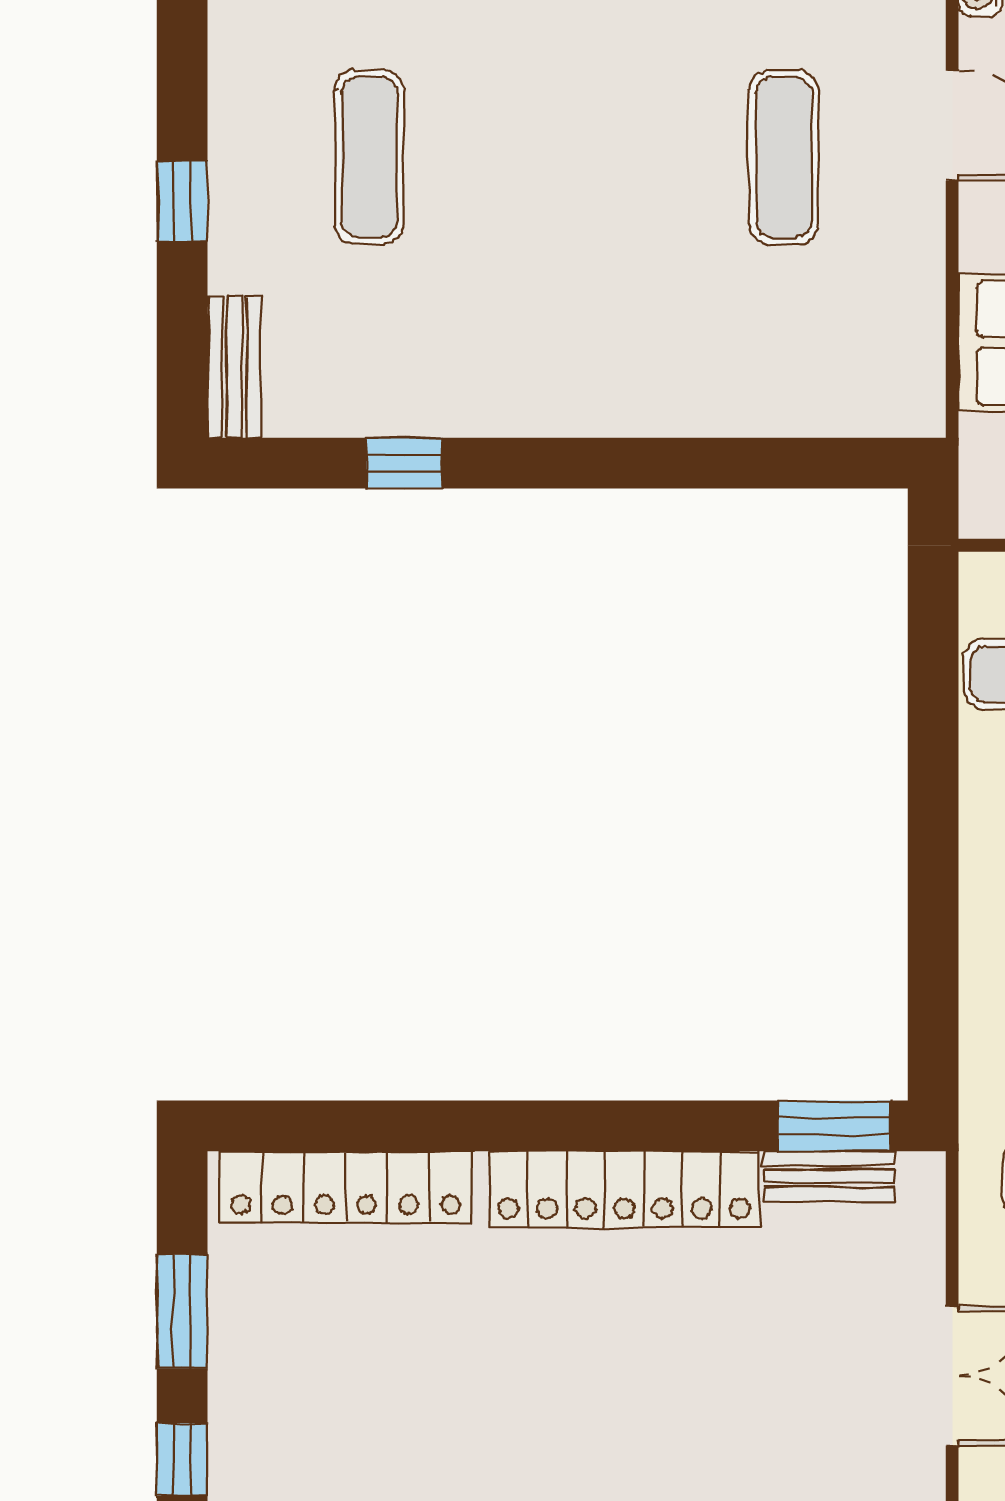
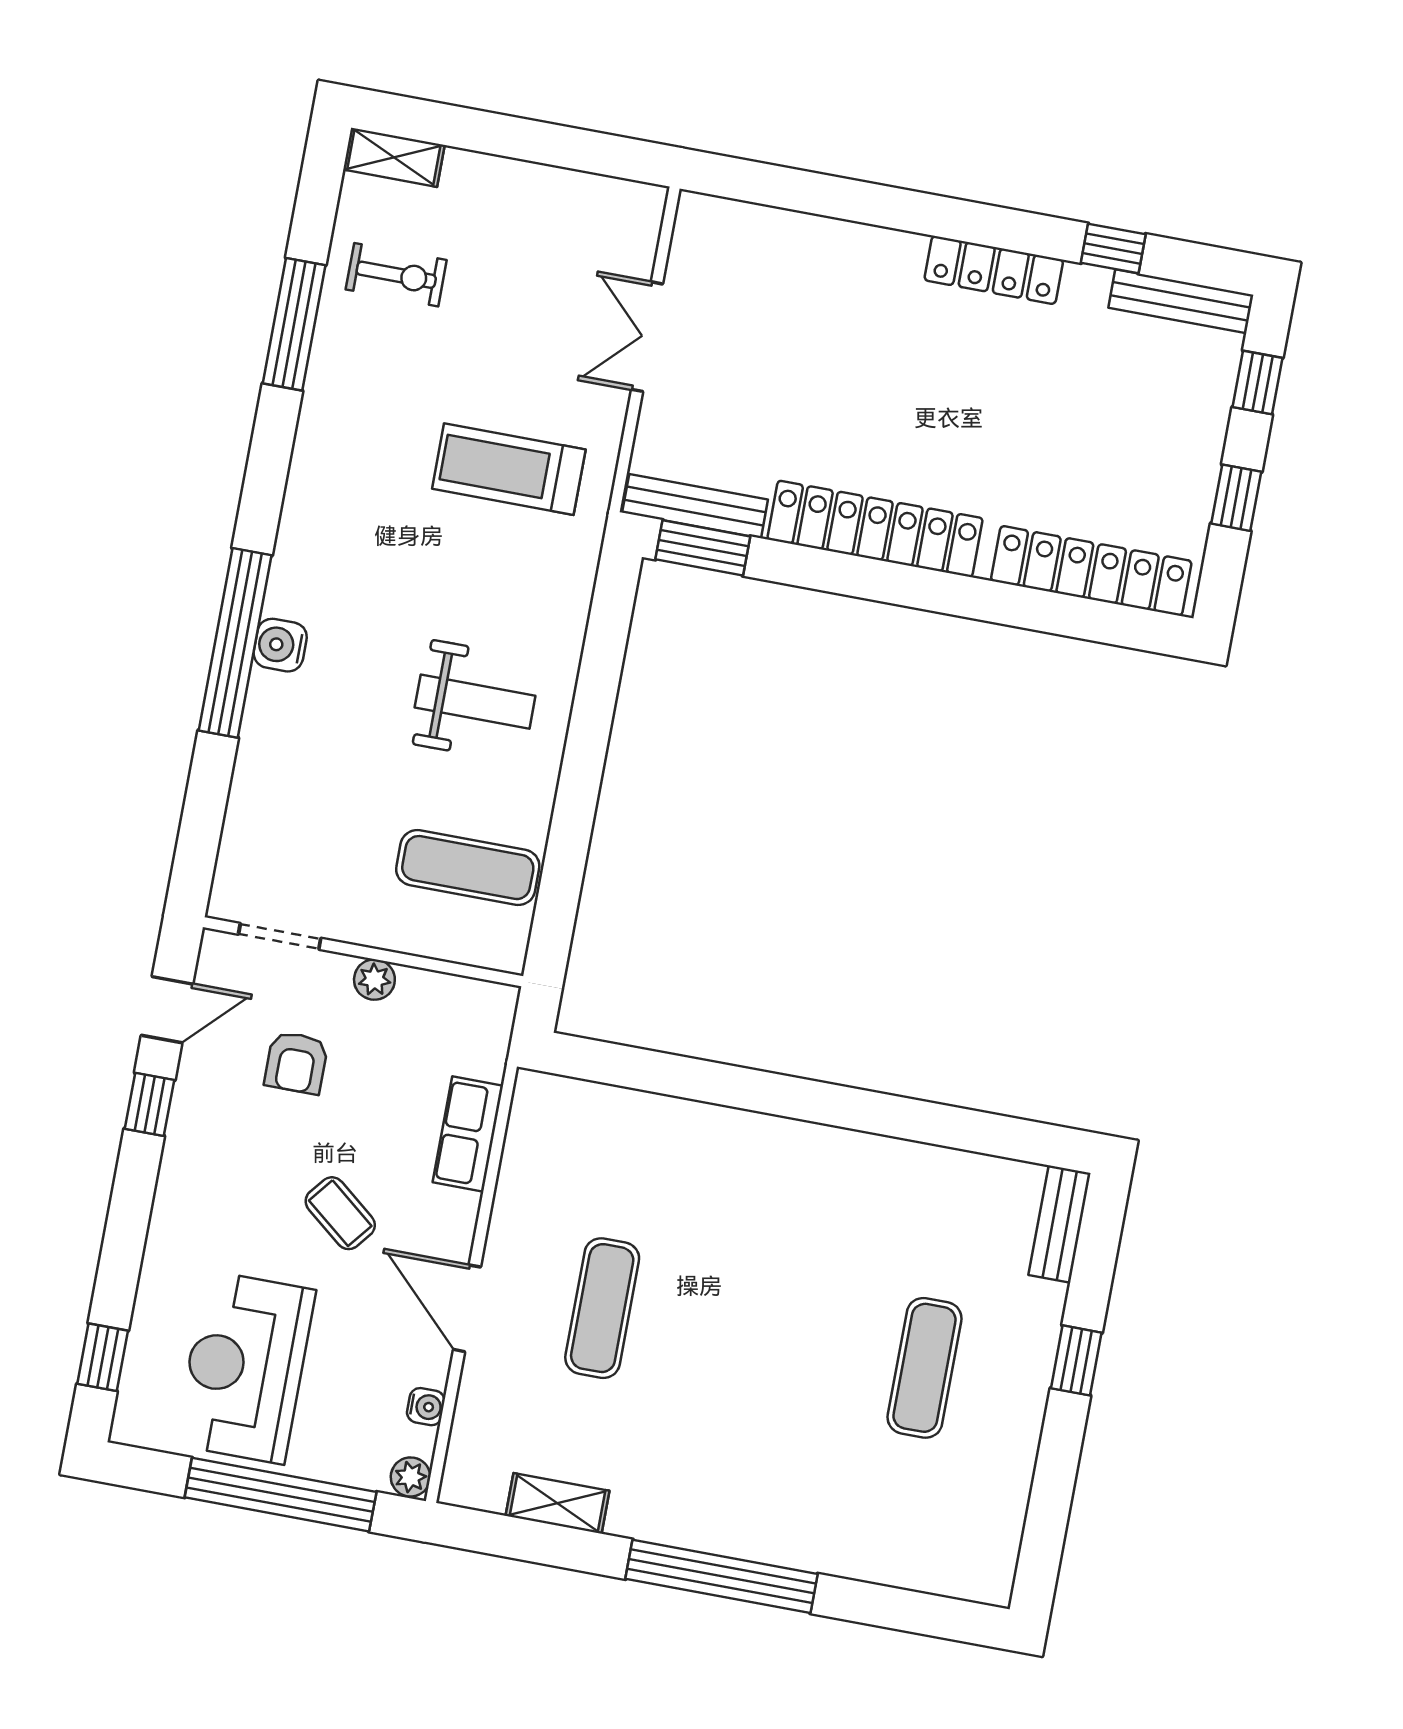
window: (404, 463) -> (942, 1125), removed
bench: (830, 1176) -> (695, 506), width x1.36
window: (182, 1311) -> (1236, 498), width x0.67

